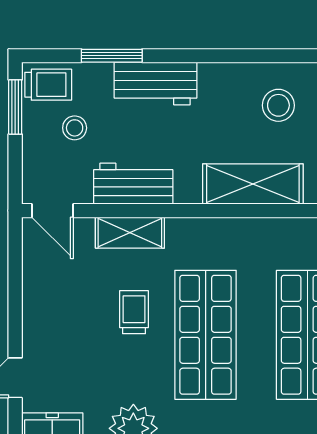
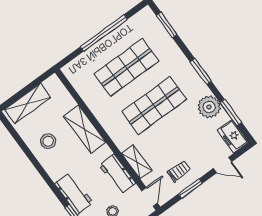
window: (15, 292) -> (190, 189), added
trolley: (134, 312) -> (179, 171), moved, turned 180

